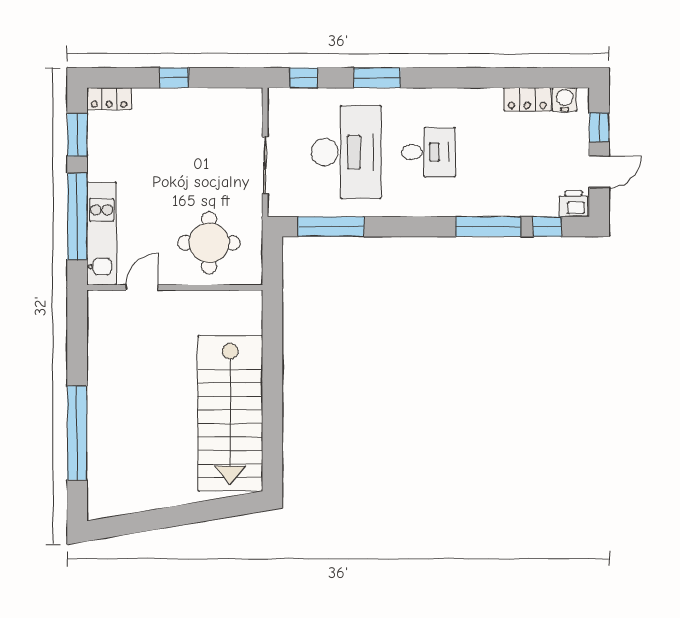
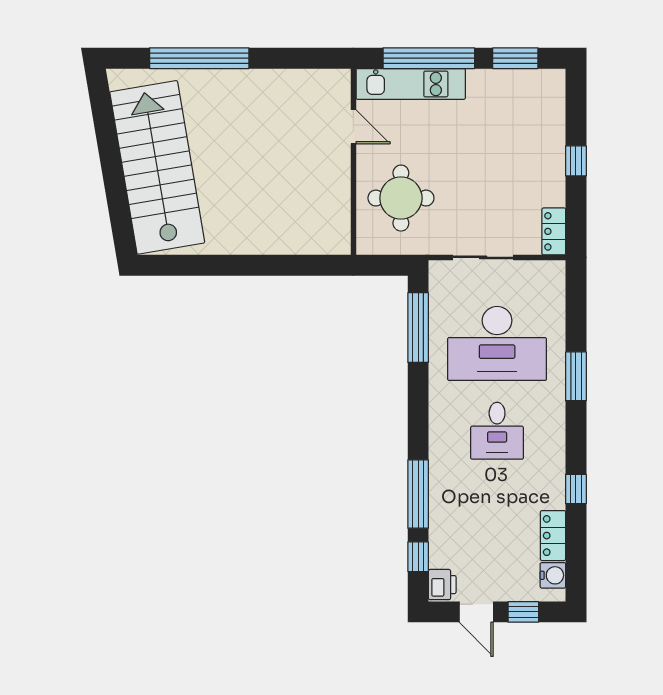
window: (304, 78) -> (576, 489), moved
locker: (109, 99) -> (554, 231), moved
stairs: (230, 413) -> (157, 167), moved, turned 80

